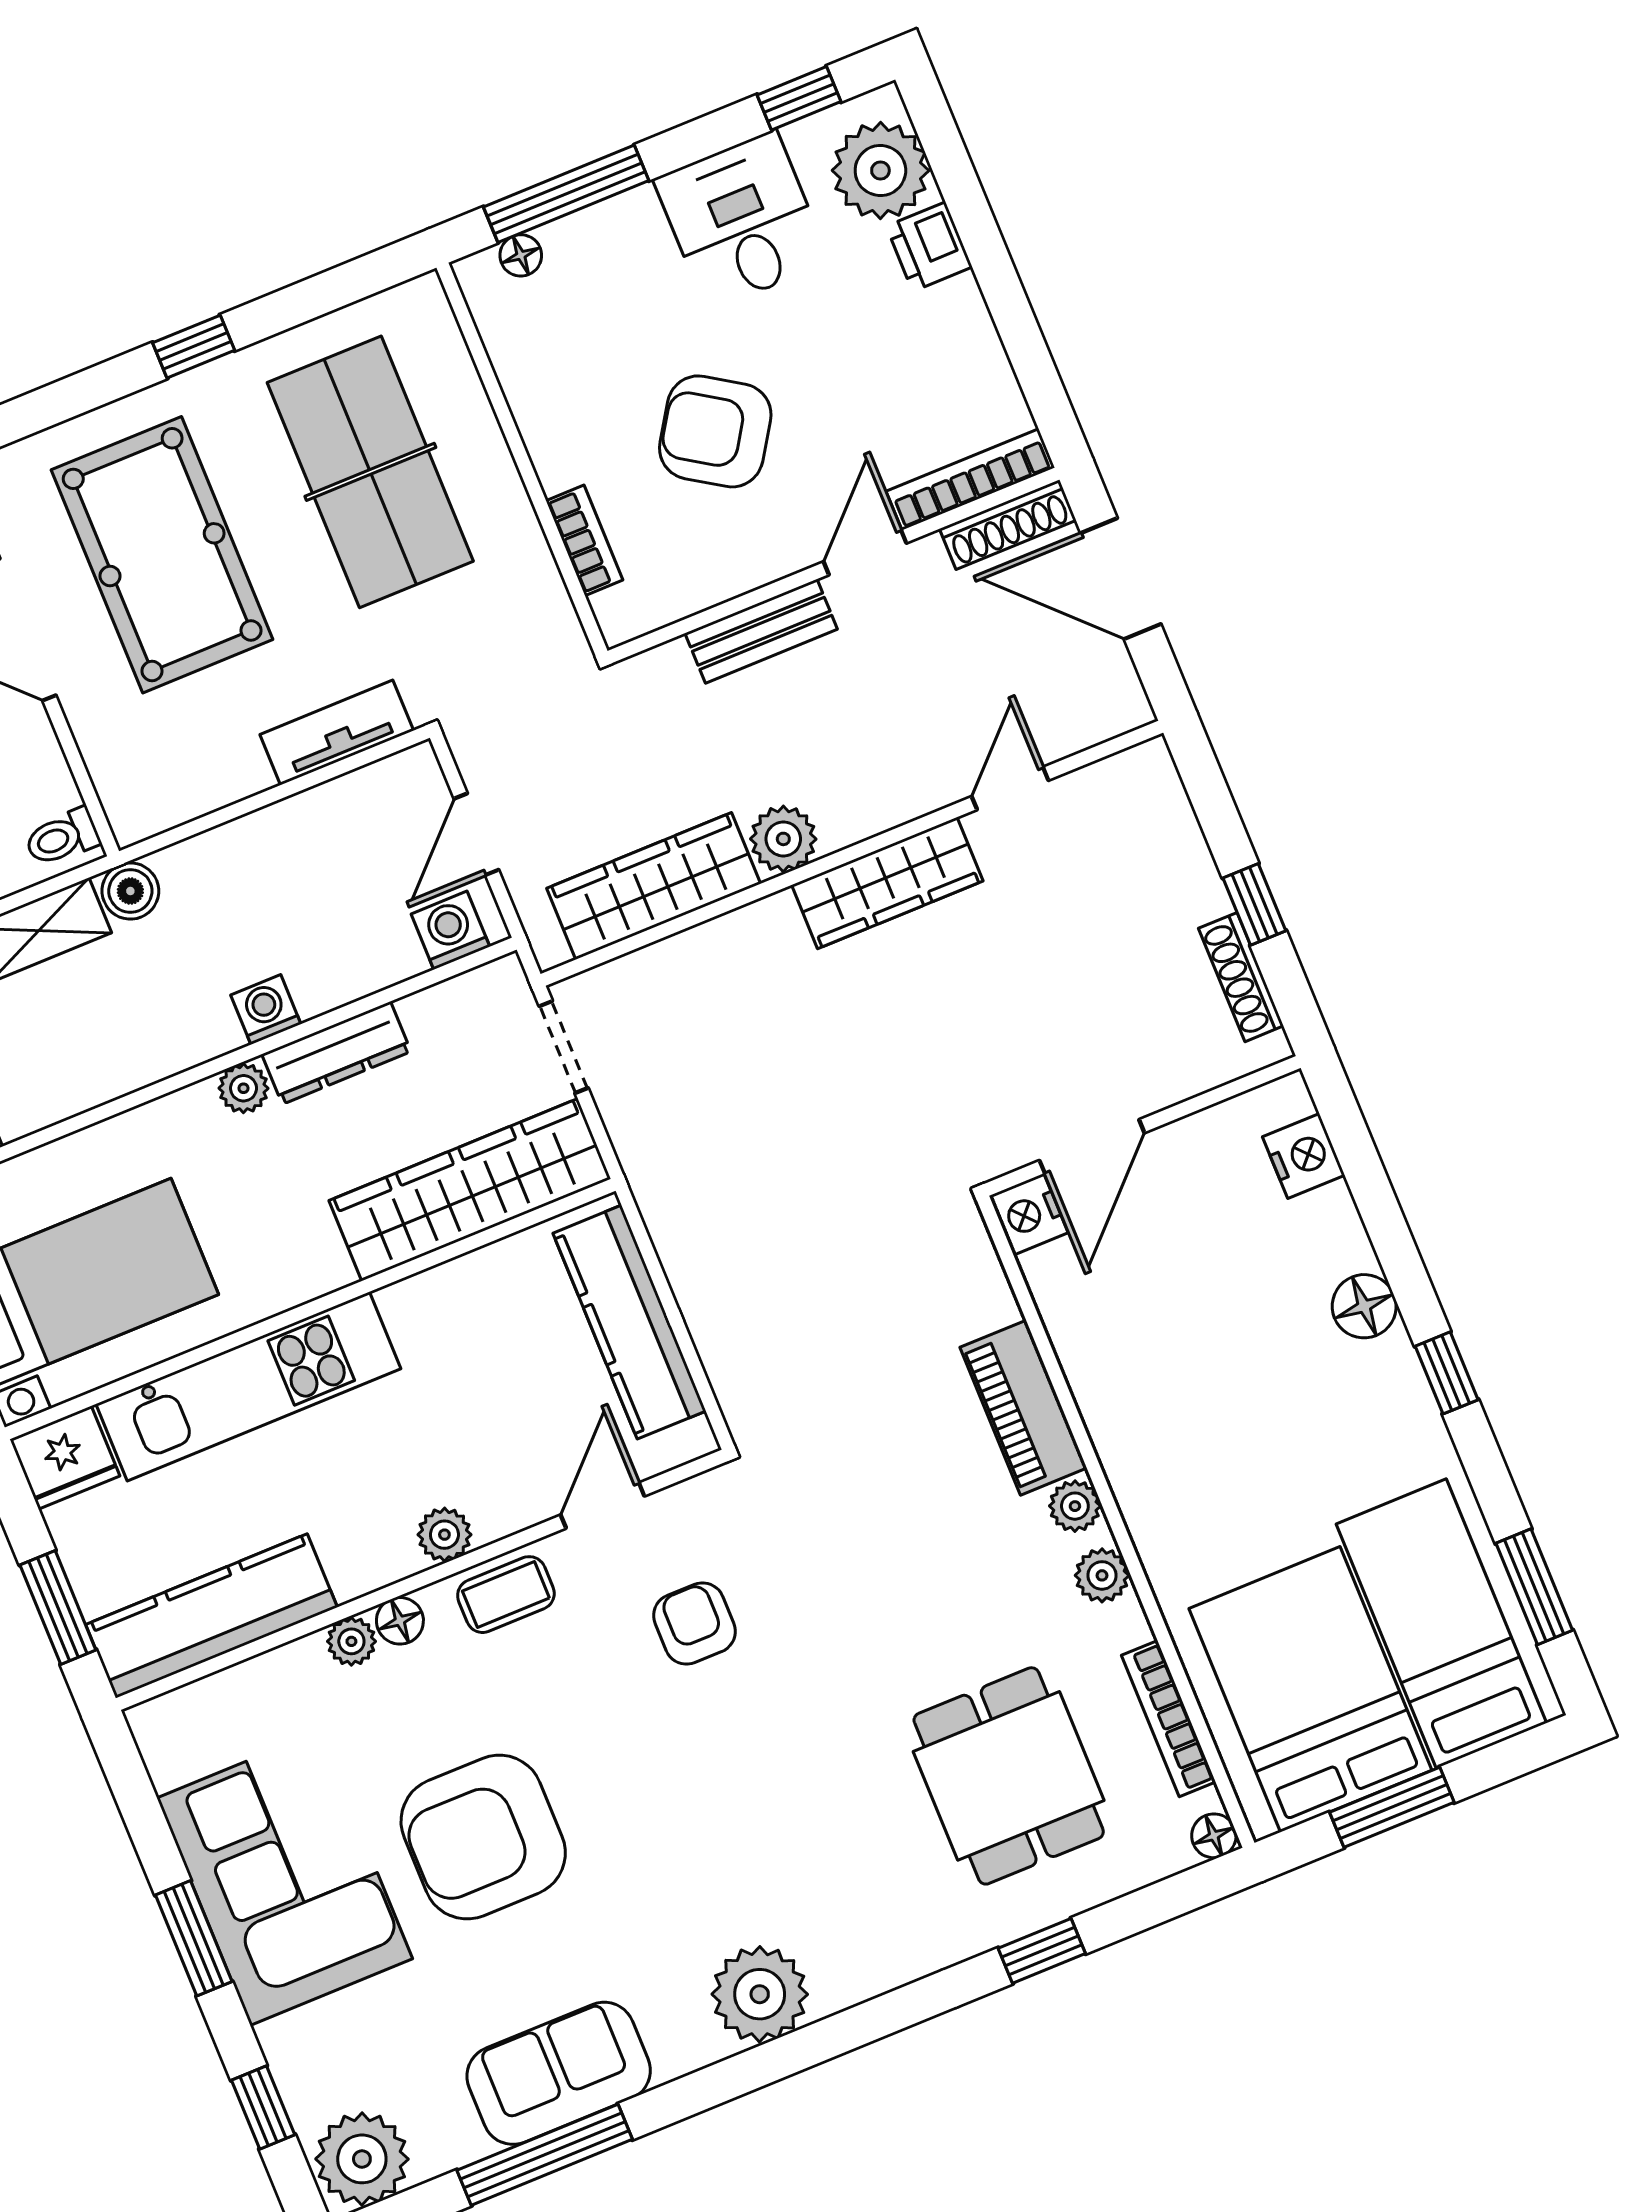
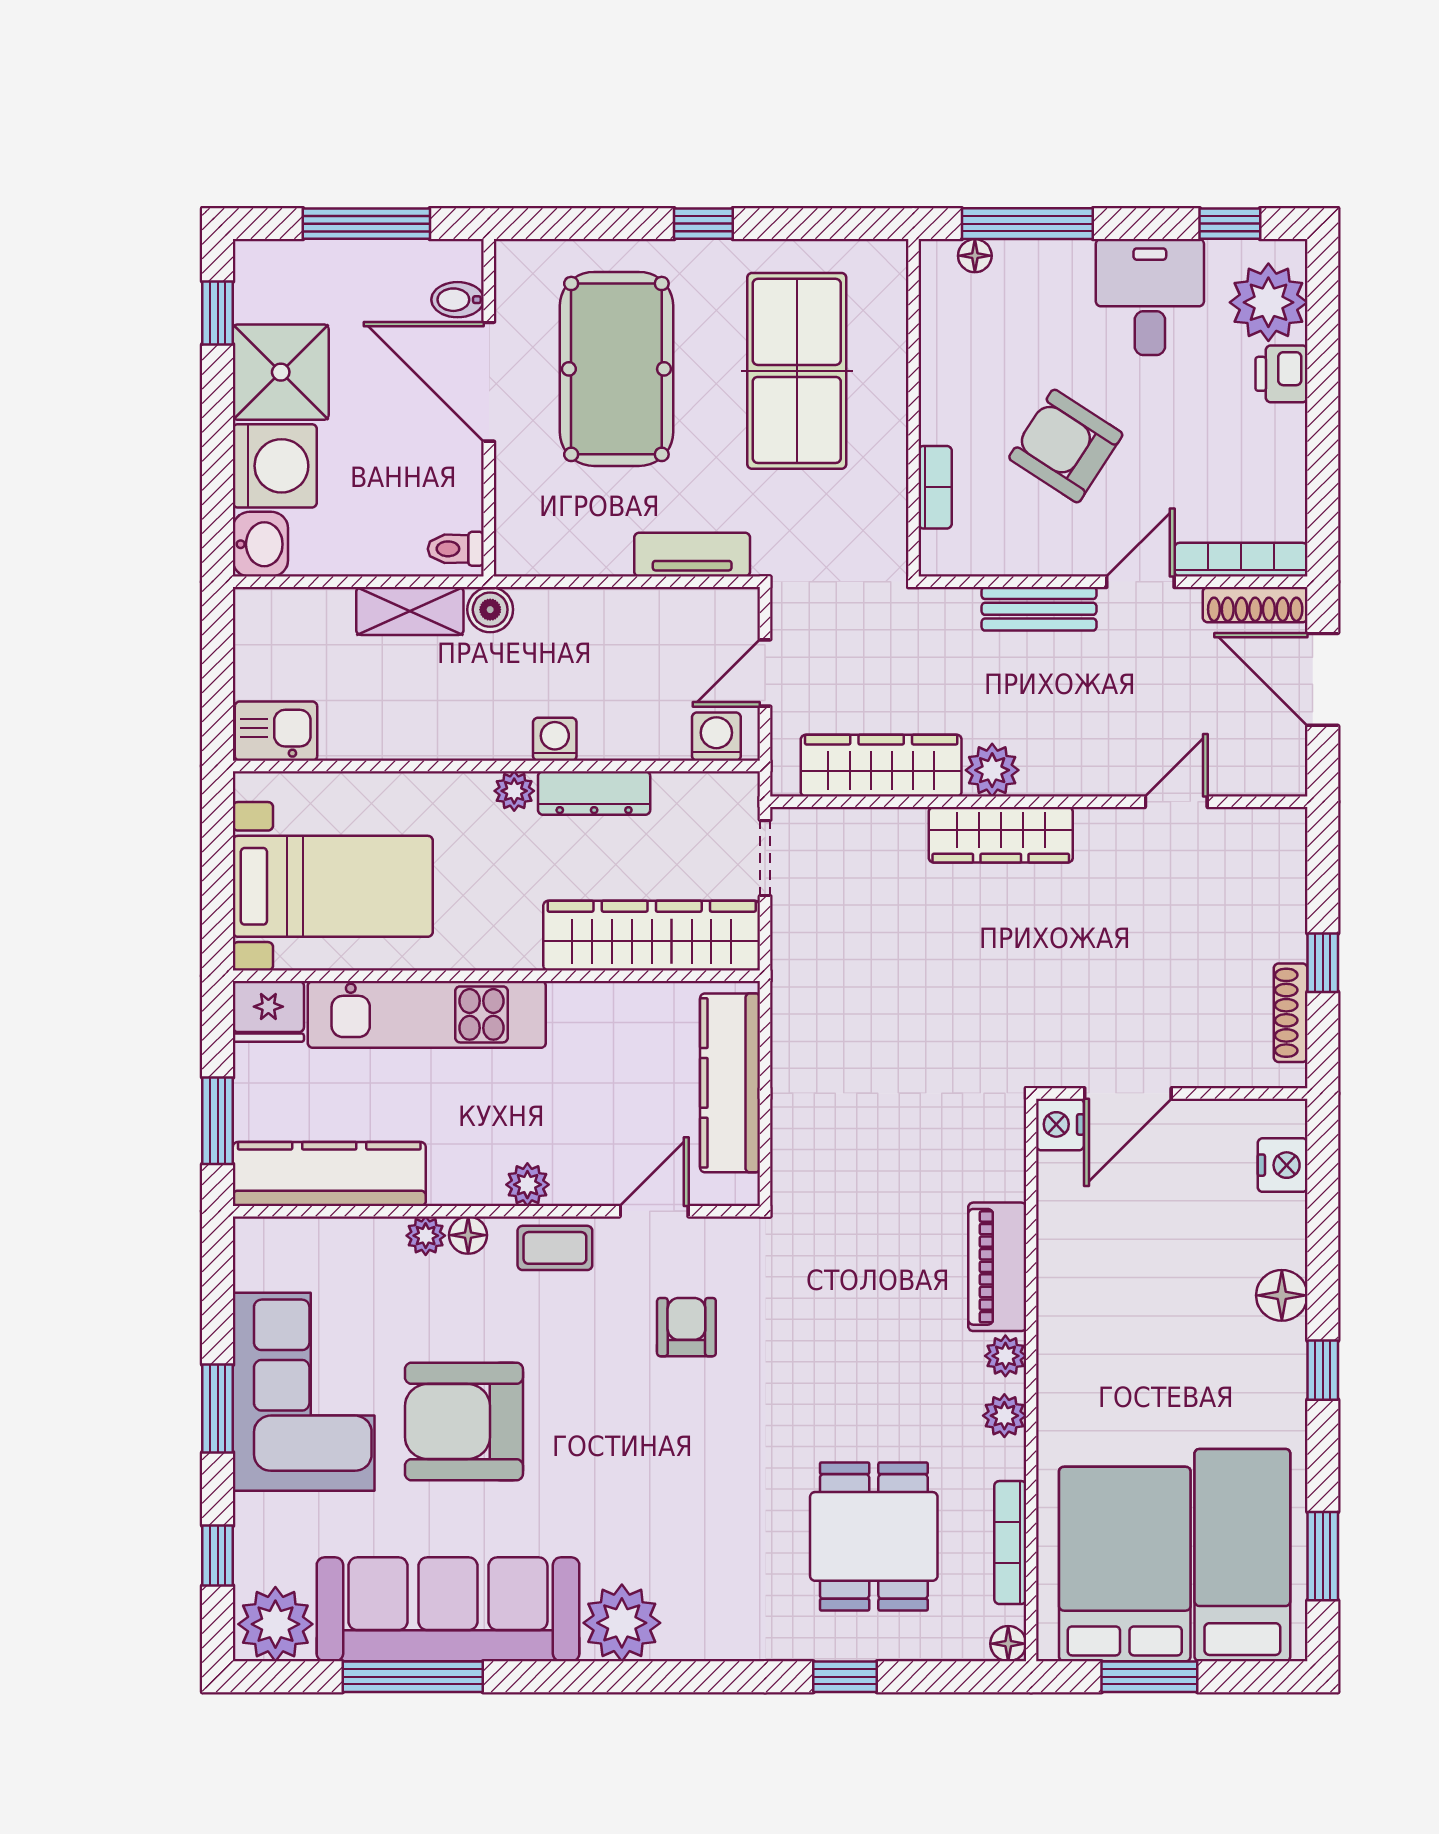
wardrobe: (887, 883) -> (1001, 835), moved
sofa: (559, 2073) -> (448, 1609), width x1.85, depth x1.27

